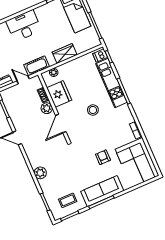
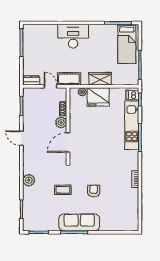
fridge: (59, 94) -> (98, 97), moved, turned 90
stool: (93, 110) -> (104, 143), removed
corner sofa: (137, 162) -> (123, 210), removed
coffee table: (68, 200) -> (63, 190), moved

